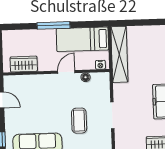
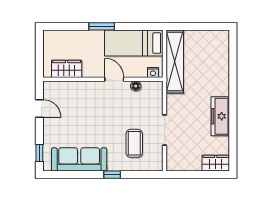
window: (54, 25) -> (102, 26), width x0.69
door: (66, 72) -> (114, 79), hinge flipped
coffee table: (79, 121) -> (134, 143), moved

